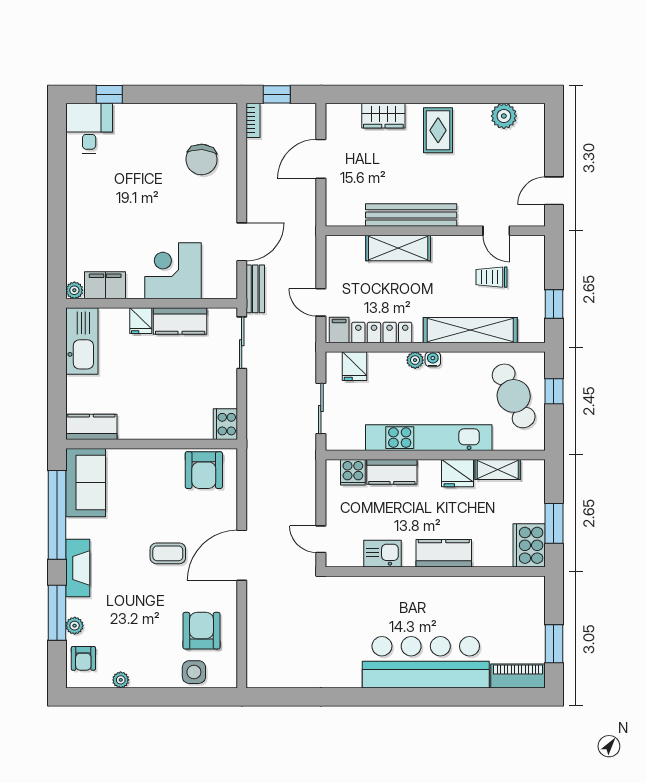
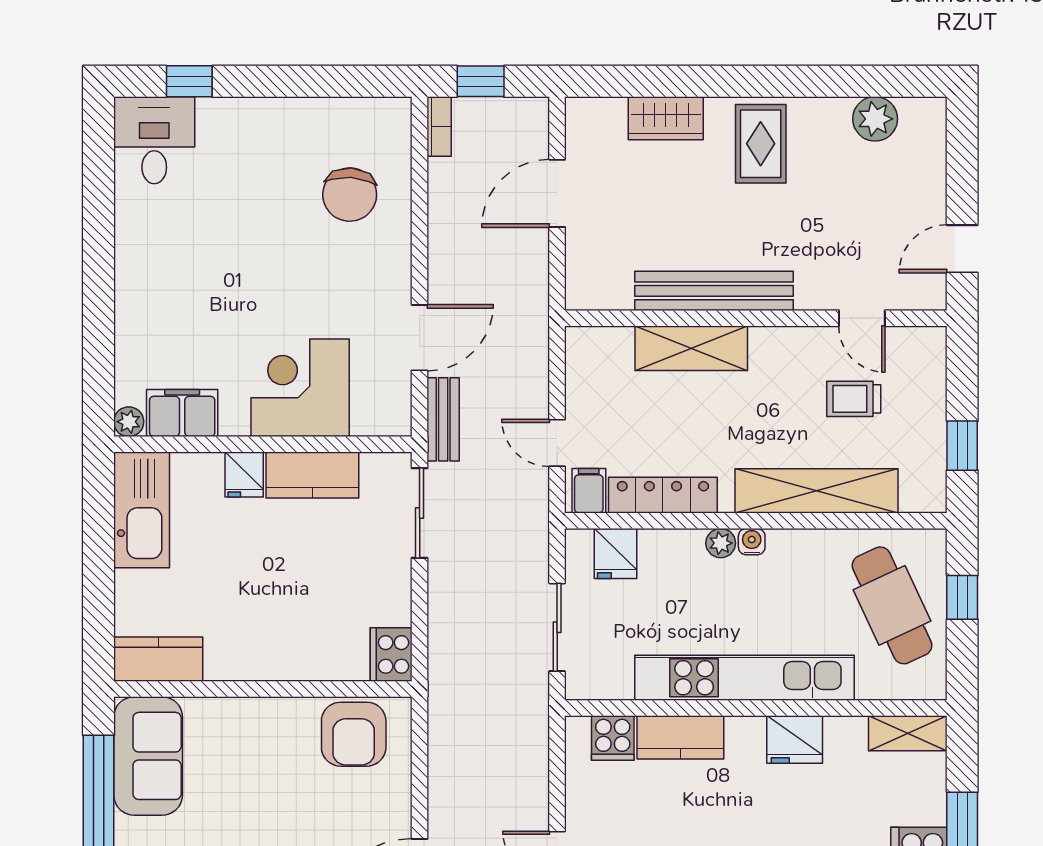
shelving: (498, 470) -> (908, 733), moved

